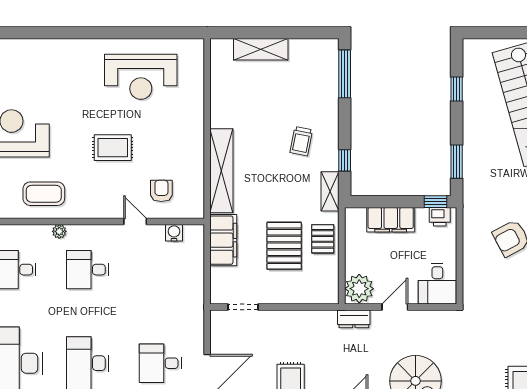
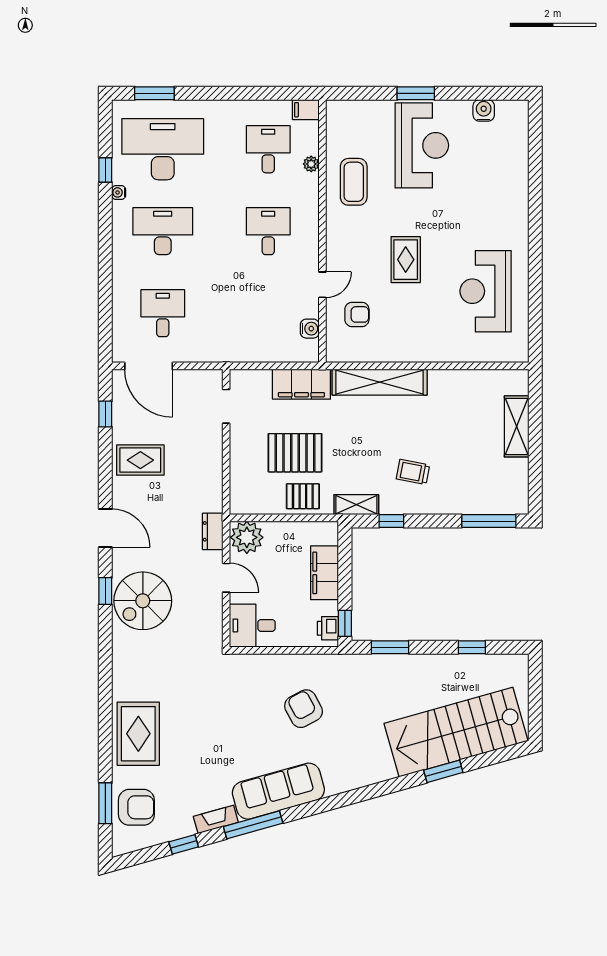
plant: (59, 231) -> (311, 164), moved

